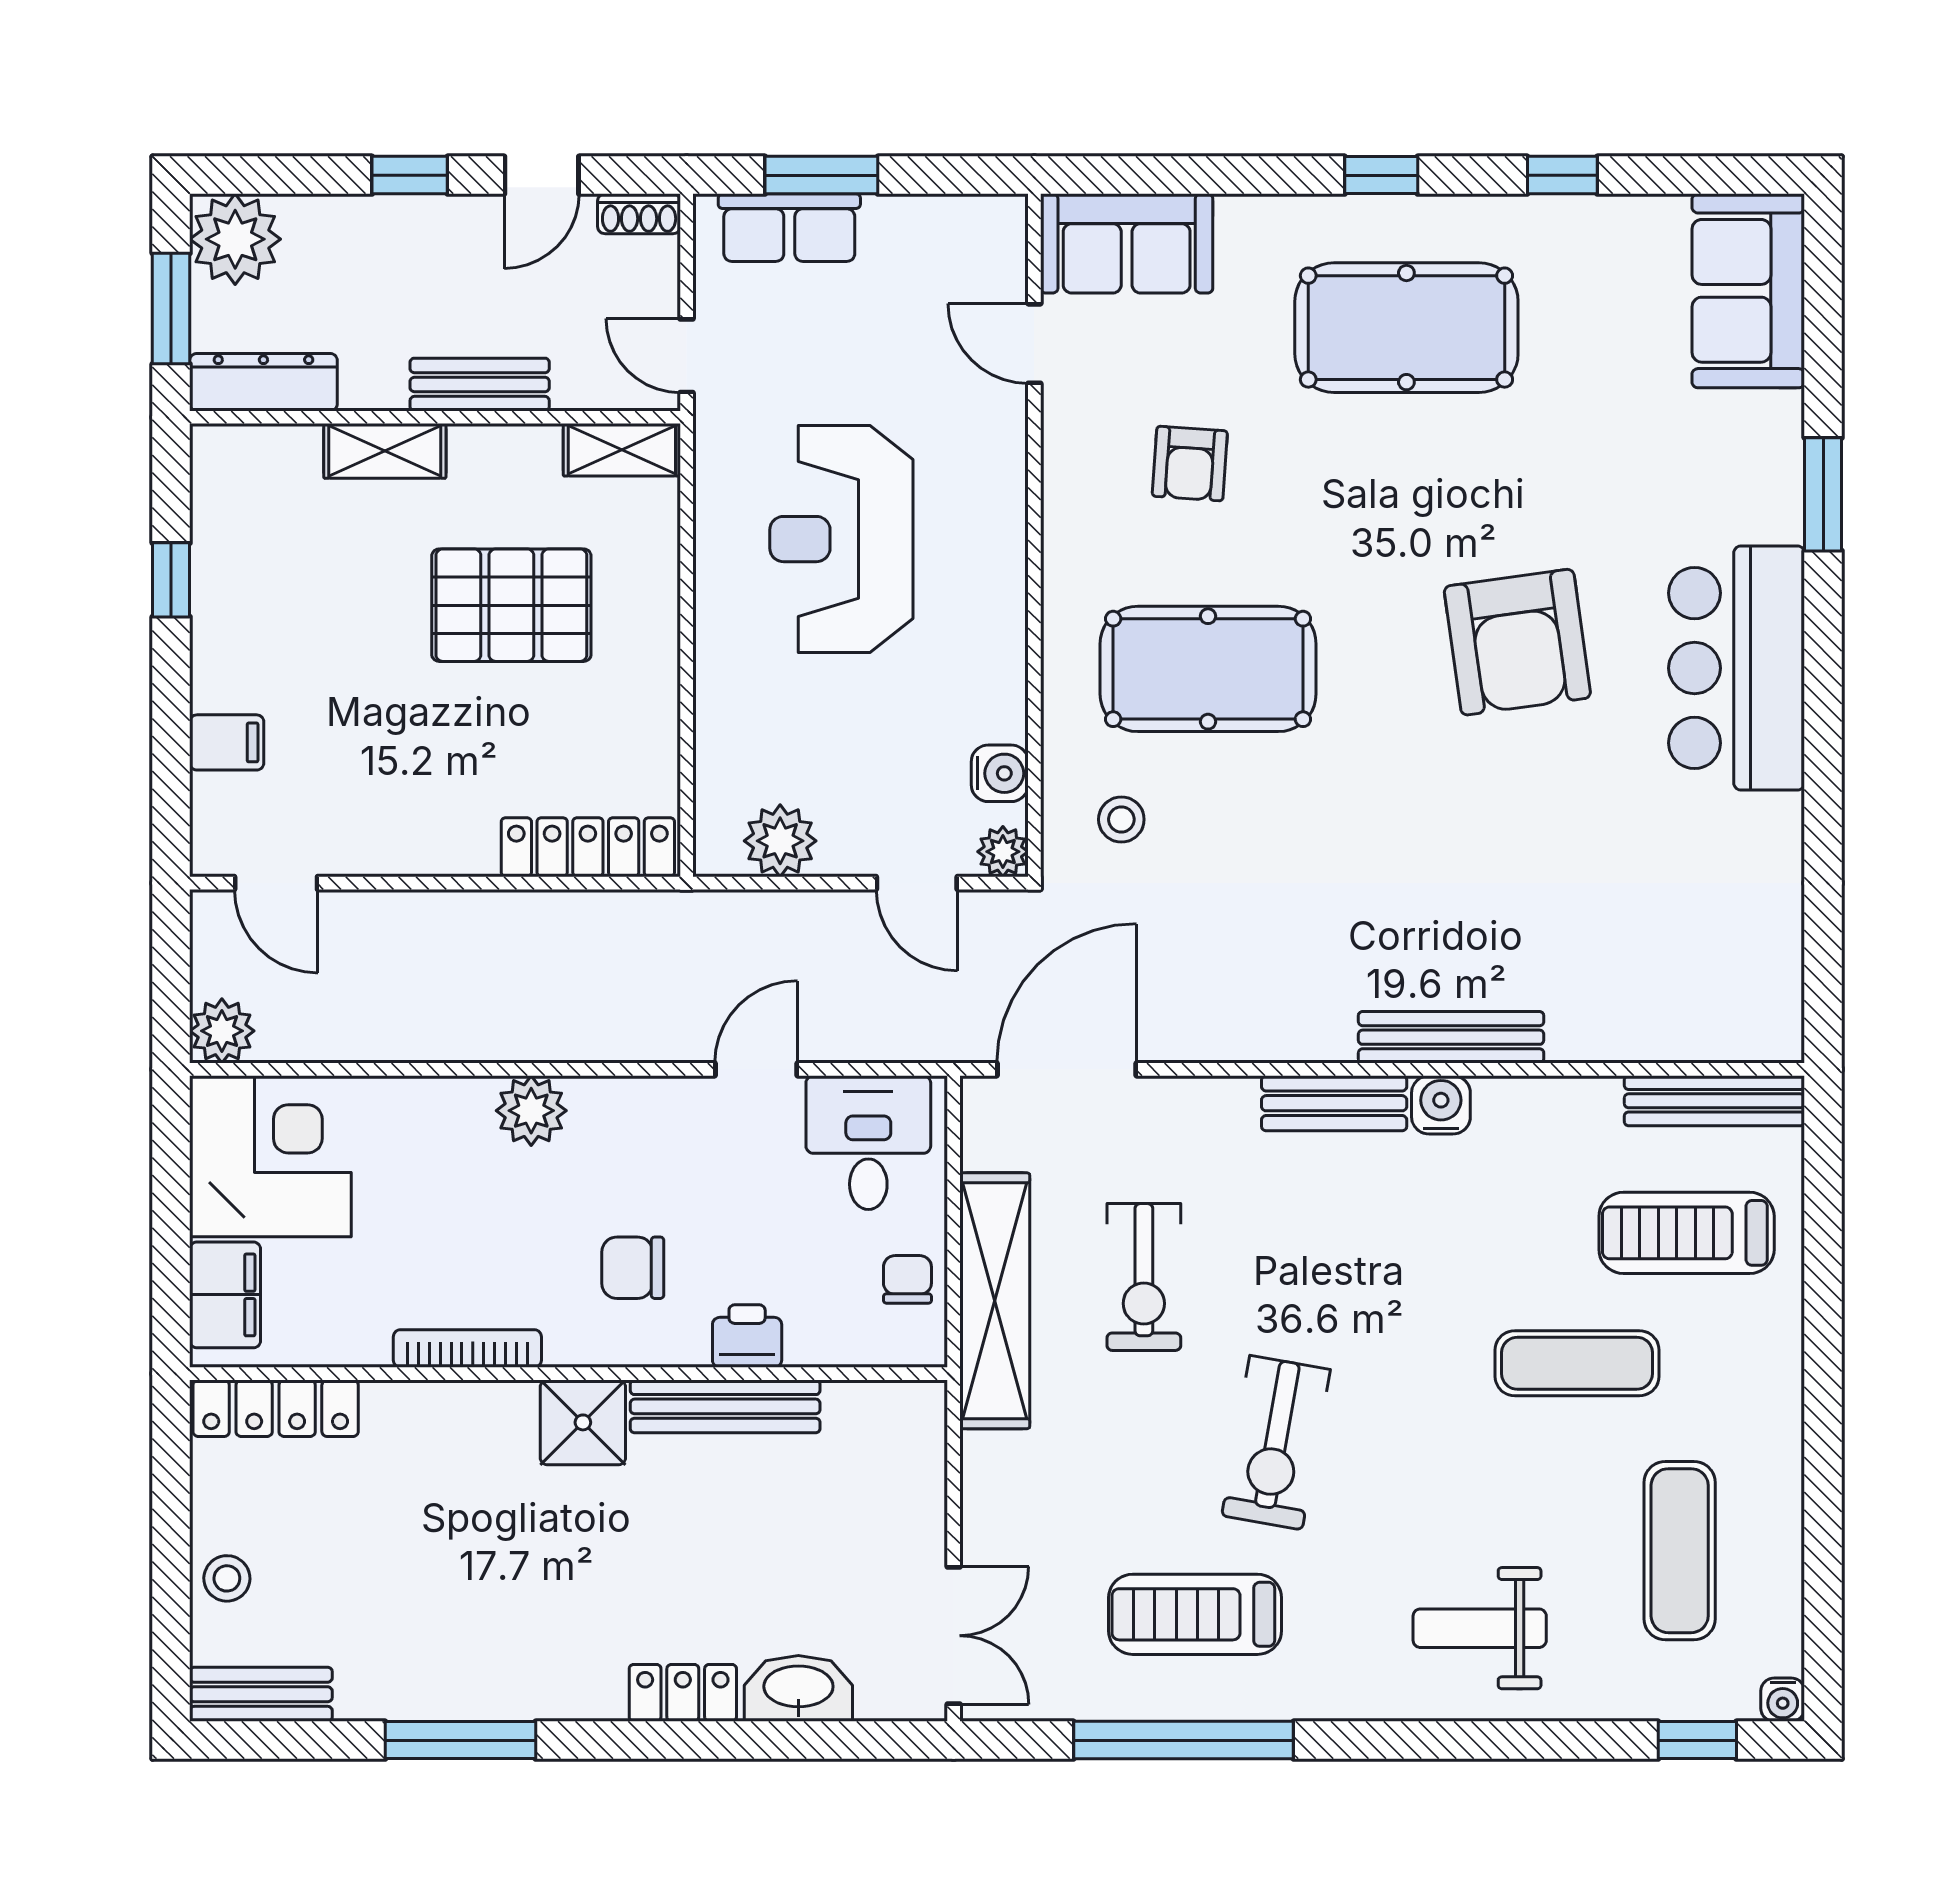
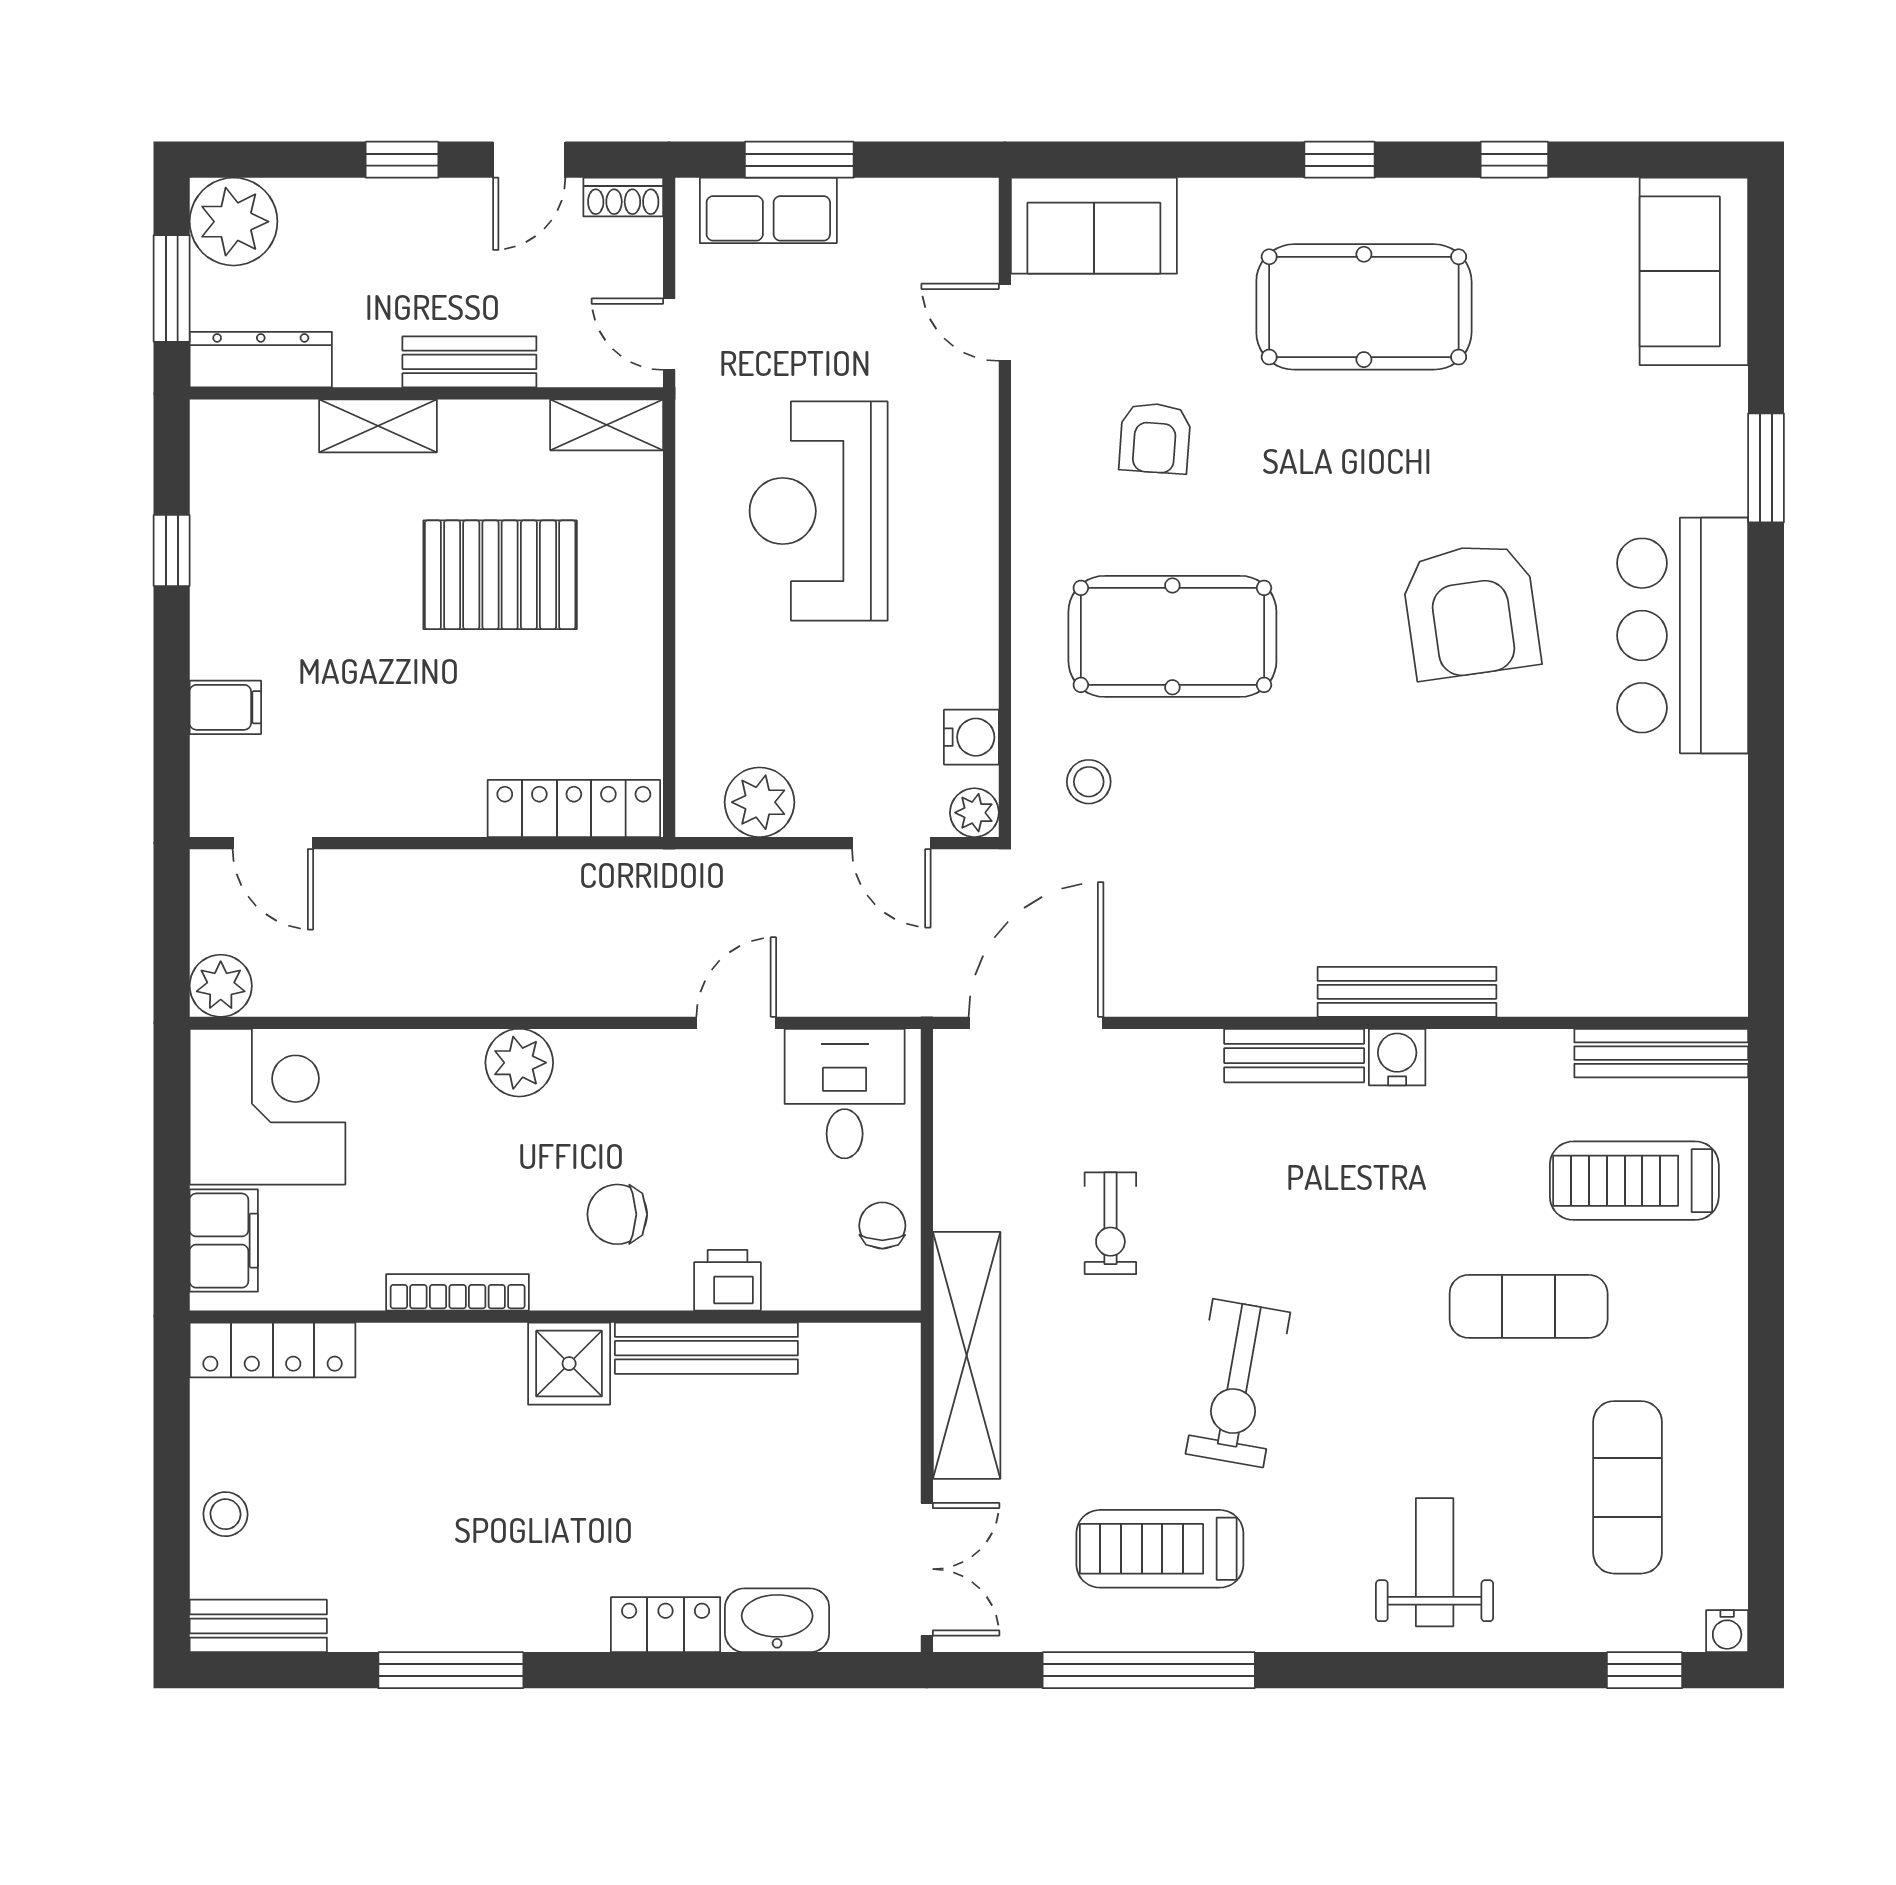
exercise bike: (1144, 1277) -> (1110, 1223), width x0.73, depth x0.72
shelving: (995, 1301) -> (967, 1355), moved
weight bench: (1480, 1628) -> (1435, 1562), turned 90

